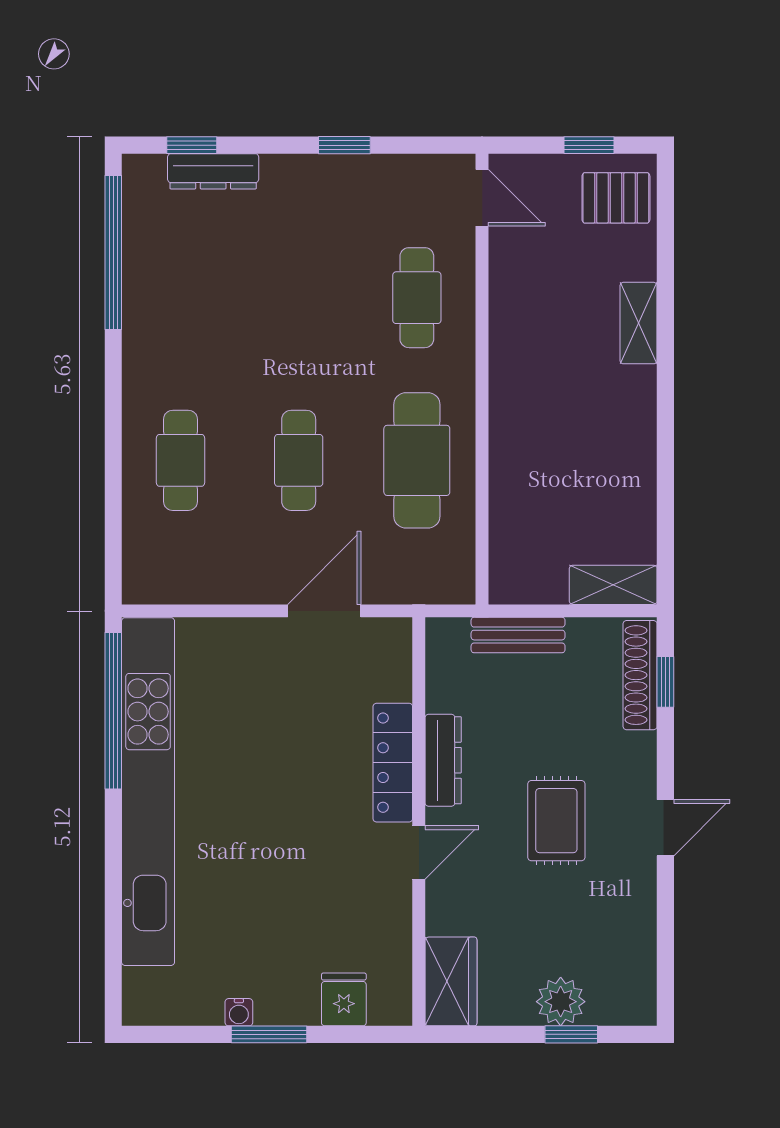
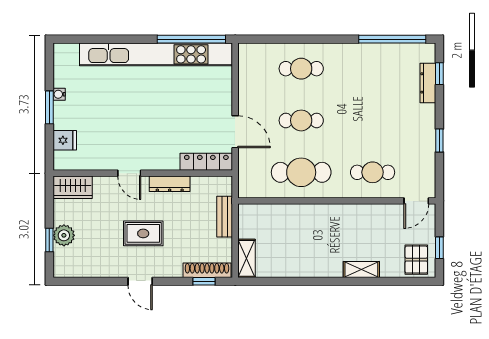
locker: (393, 763) -> (206, 162), moved

